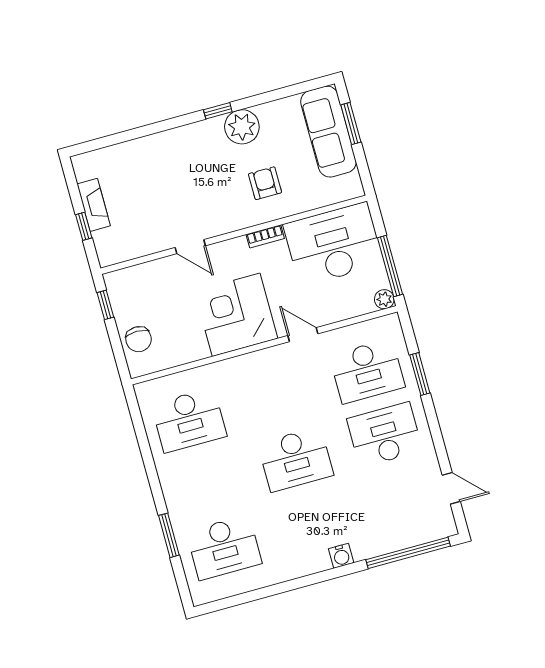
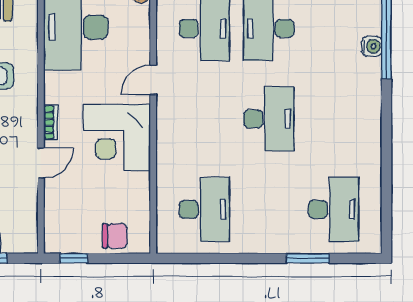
bookcase: (265, 236) -> (51, 122), moved
water cooler: (341, 556) -> (372, 46), moved

